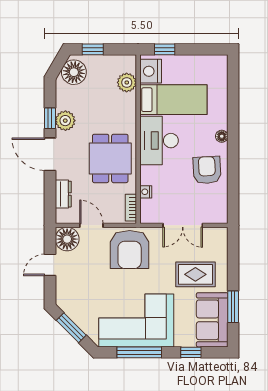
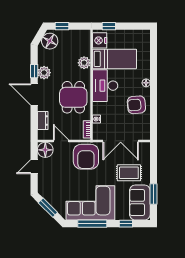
plant: (127, 82) -> (84, 63), moved
armchair: (207, 170) -> (136, 105), turned -92
double door: (183, 225) -> (121, 141), width x1.37

